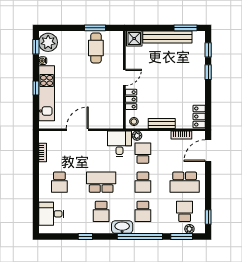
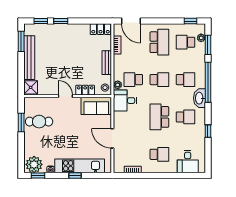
sofa: (114, 112) -> (96, 106), added

